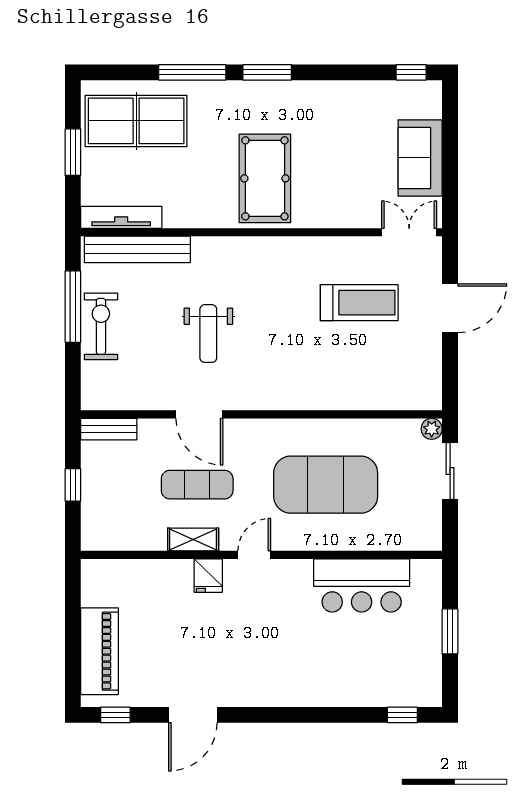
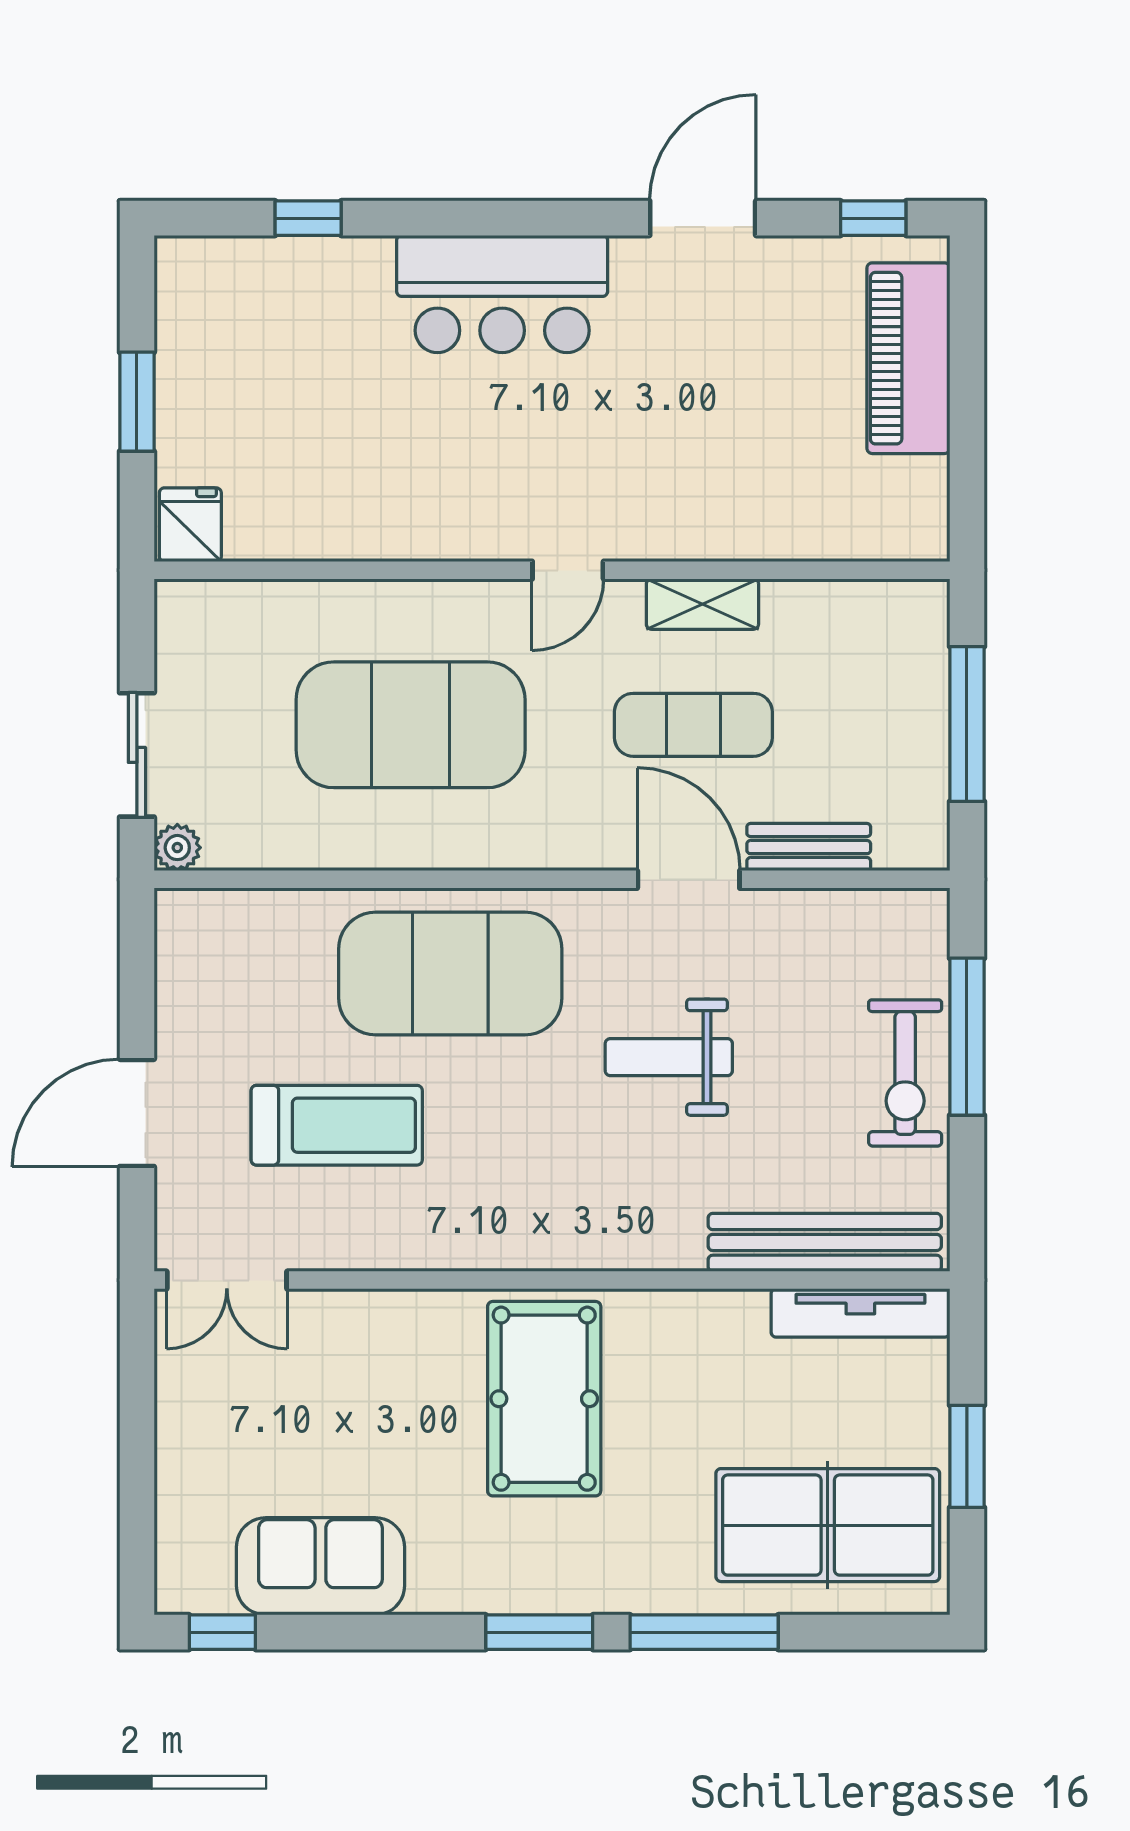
sofa: (420, 158) -> (320, 1566), moved, turned -90
treadmill: (359, 303) -> (337, 1125), turned 180
window: (73, 307) -> (967, 1037), moved
weight bench: (208, 334) -> (669, 1057), turned -90
exercise mat: (308, 372) -> (450, 973), added
bench: (109, 429) -> (809, 847), moved
window: (73, 485) -> (967, 724), width x2.17
fridge: (208, 576) -> (190, 525), moved
bar counter: (362, 585) -> (502, 294), moved, turned 180
window: (402, 715) -> (308, 218), moved

